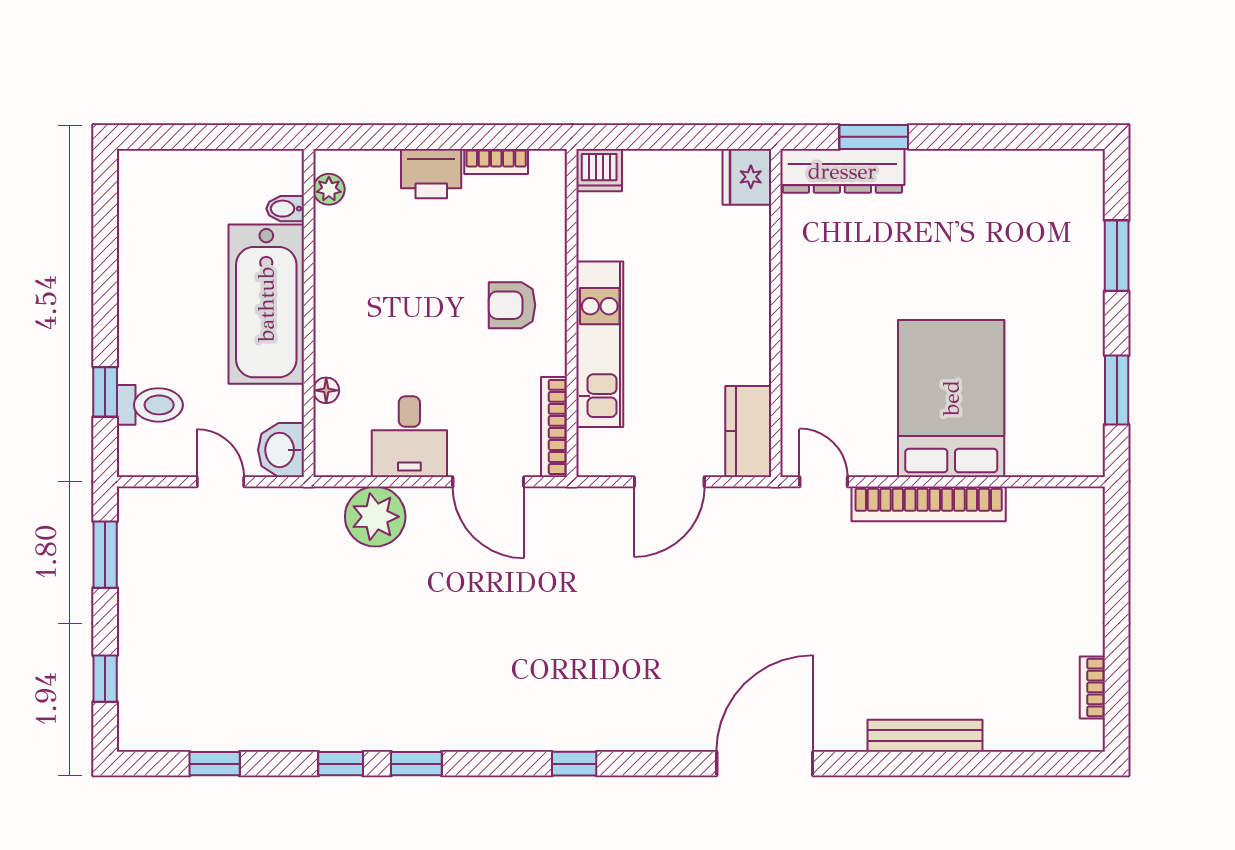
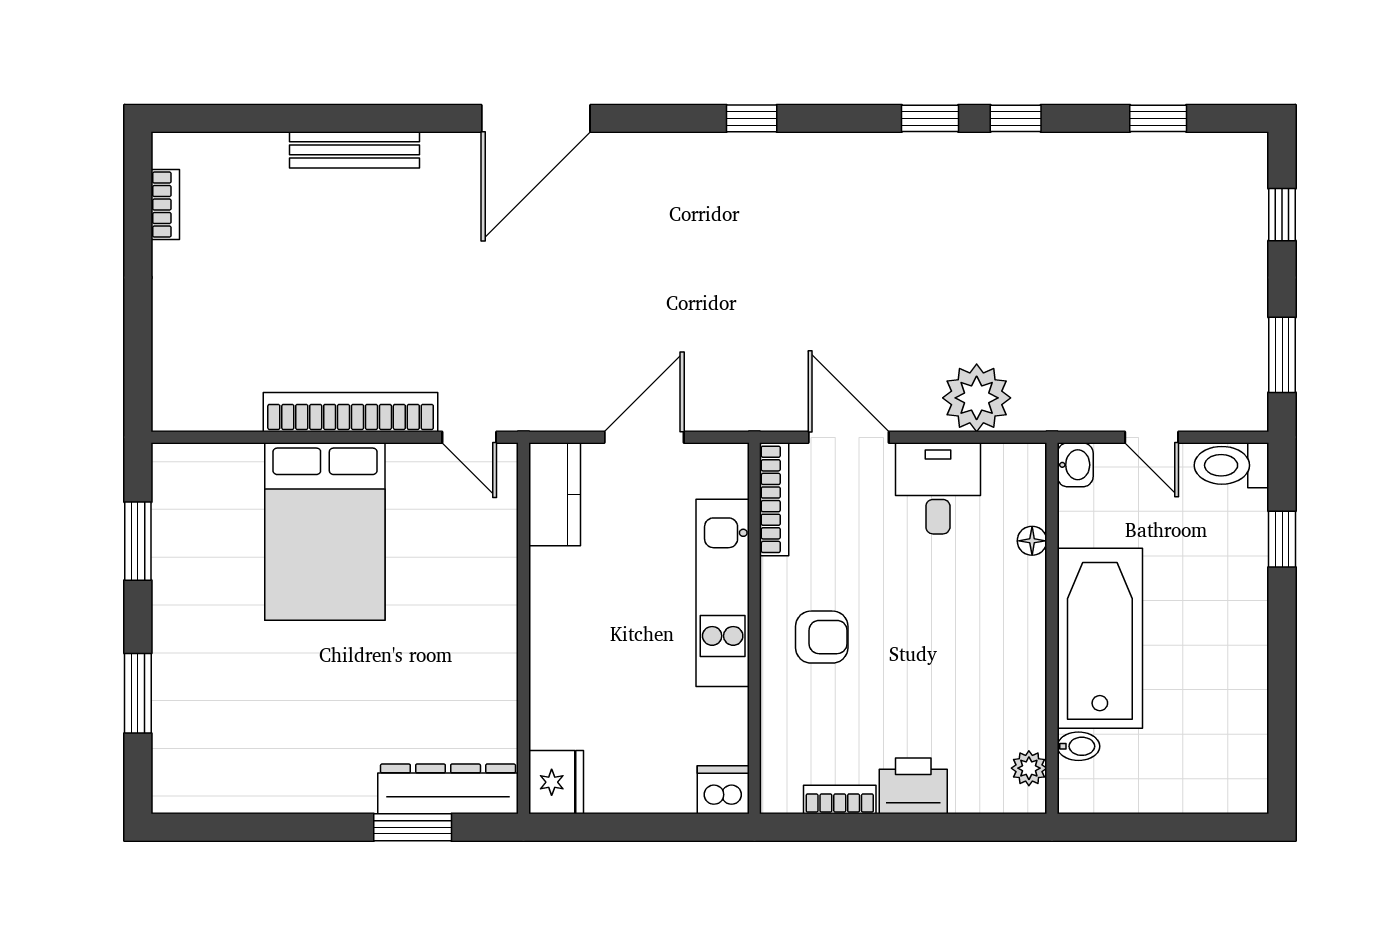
toilet: (150, 405) -> (1232, 465), moved
washbasin: (281, 450) -> (1075, 465), width x0.72, depth x0.69

